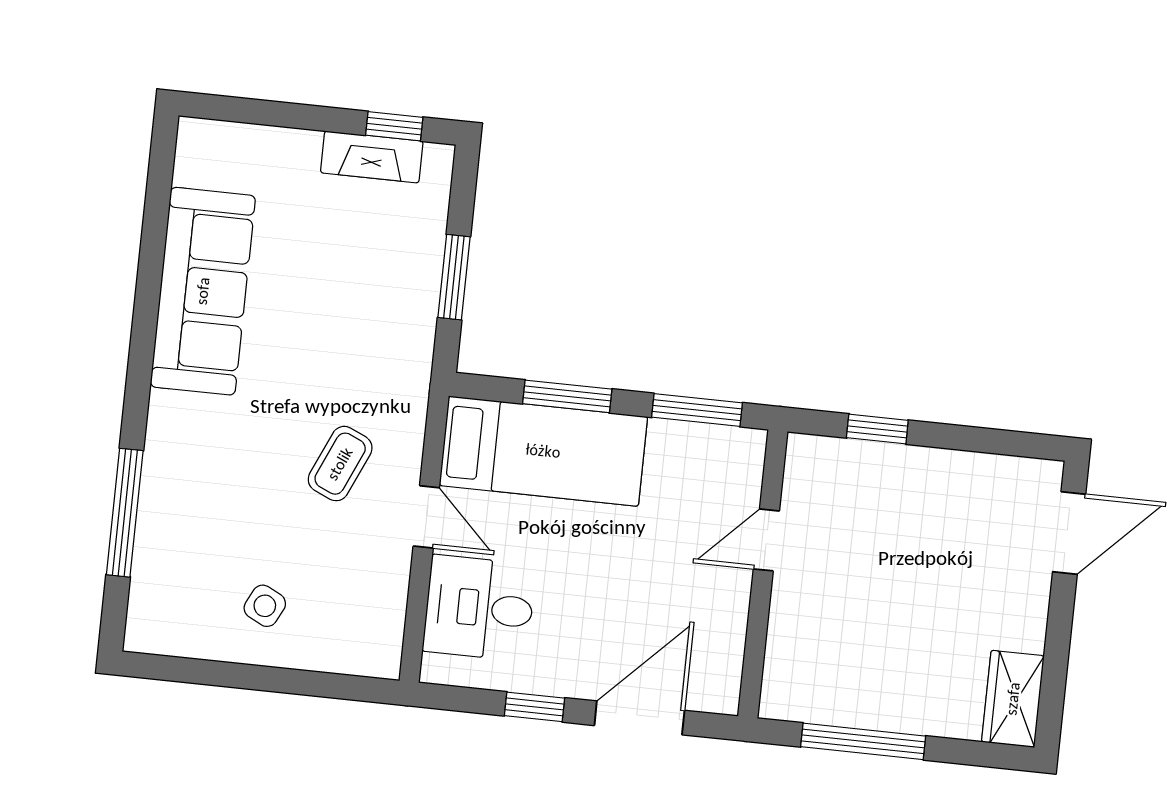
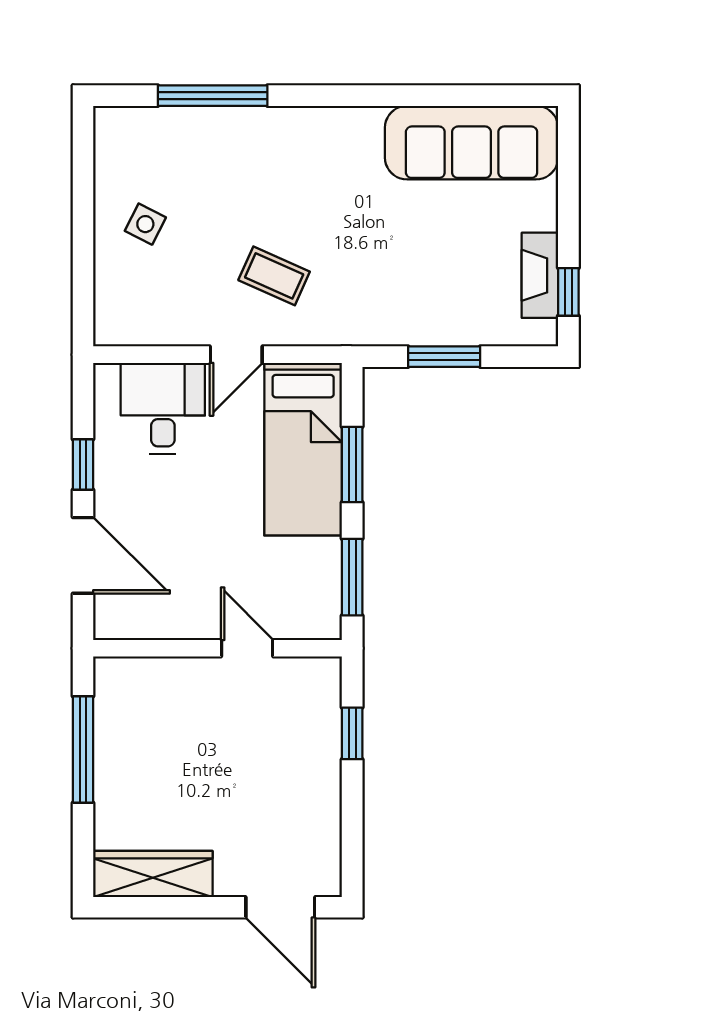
sofa: (203, 291) -> (472, 143), moved
wardrobe: (1013, 699) -> (153, 874), width x1.50

